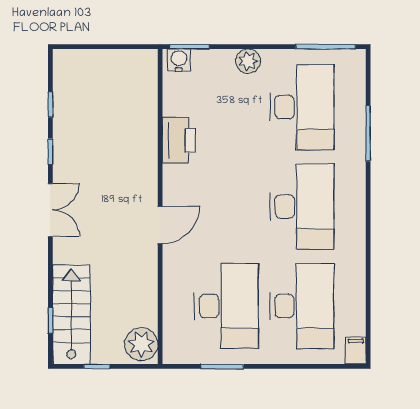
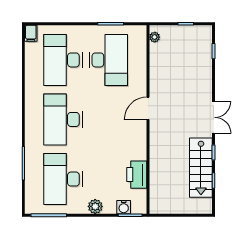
water cooler: (179, 60) -> (124, 207), moved
printer: (179, 140) -> (137, 175), moved
double door: (50, 210) -> (214, 117), swing flipped
desk: (226, 306) -> (108, 60), turned 180
stairs: (71, 315) -> (201, 168), moved
plant: (141, 344) -> (155, 37), width x0.53, depth x0.53

